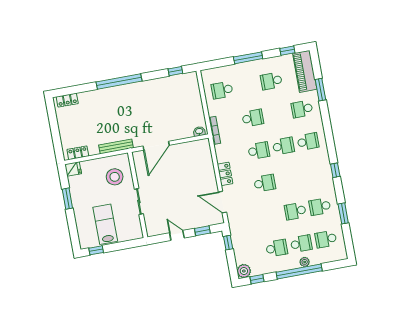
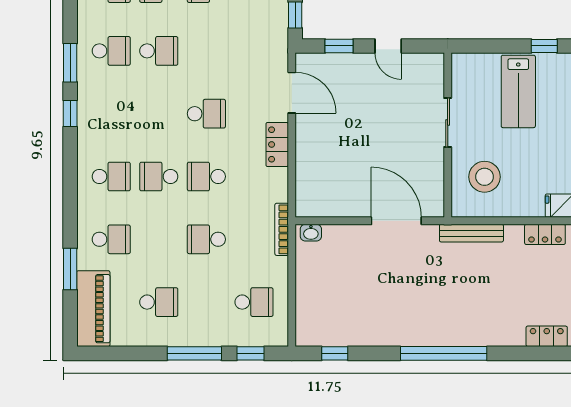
window: (287, 51) -> (250, 353), moved
school desk: (308, 142) -> (111, 176), turned 180
door: (156, 146) -> (396, 221), hinge flipped
school desk: (265, 183) -> (206, 114), turned 180
window: (343, 213) -> (70, 63), moved

